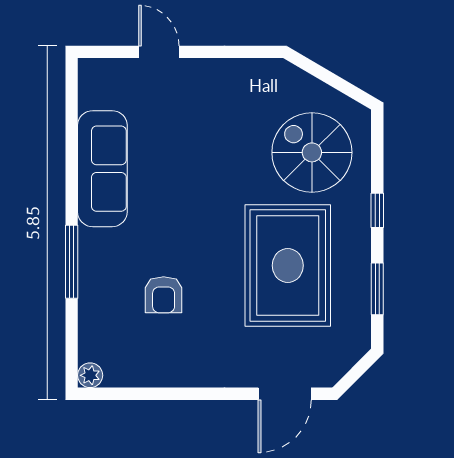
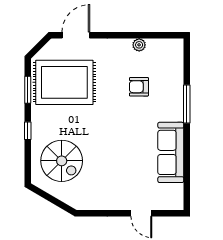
rug: (288, 265) -> (64, 82), moved, turned 90
armchair: (164, 295) -> (139, 87), turned -90
plant: (90, 375) -> (139, 45), moved

